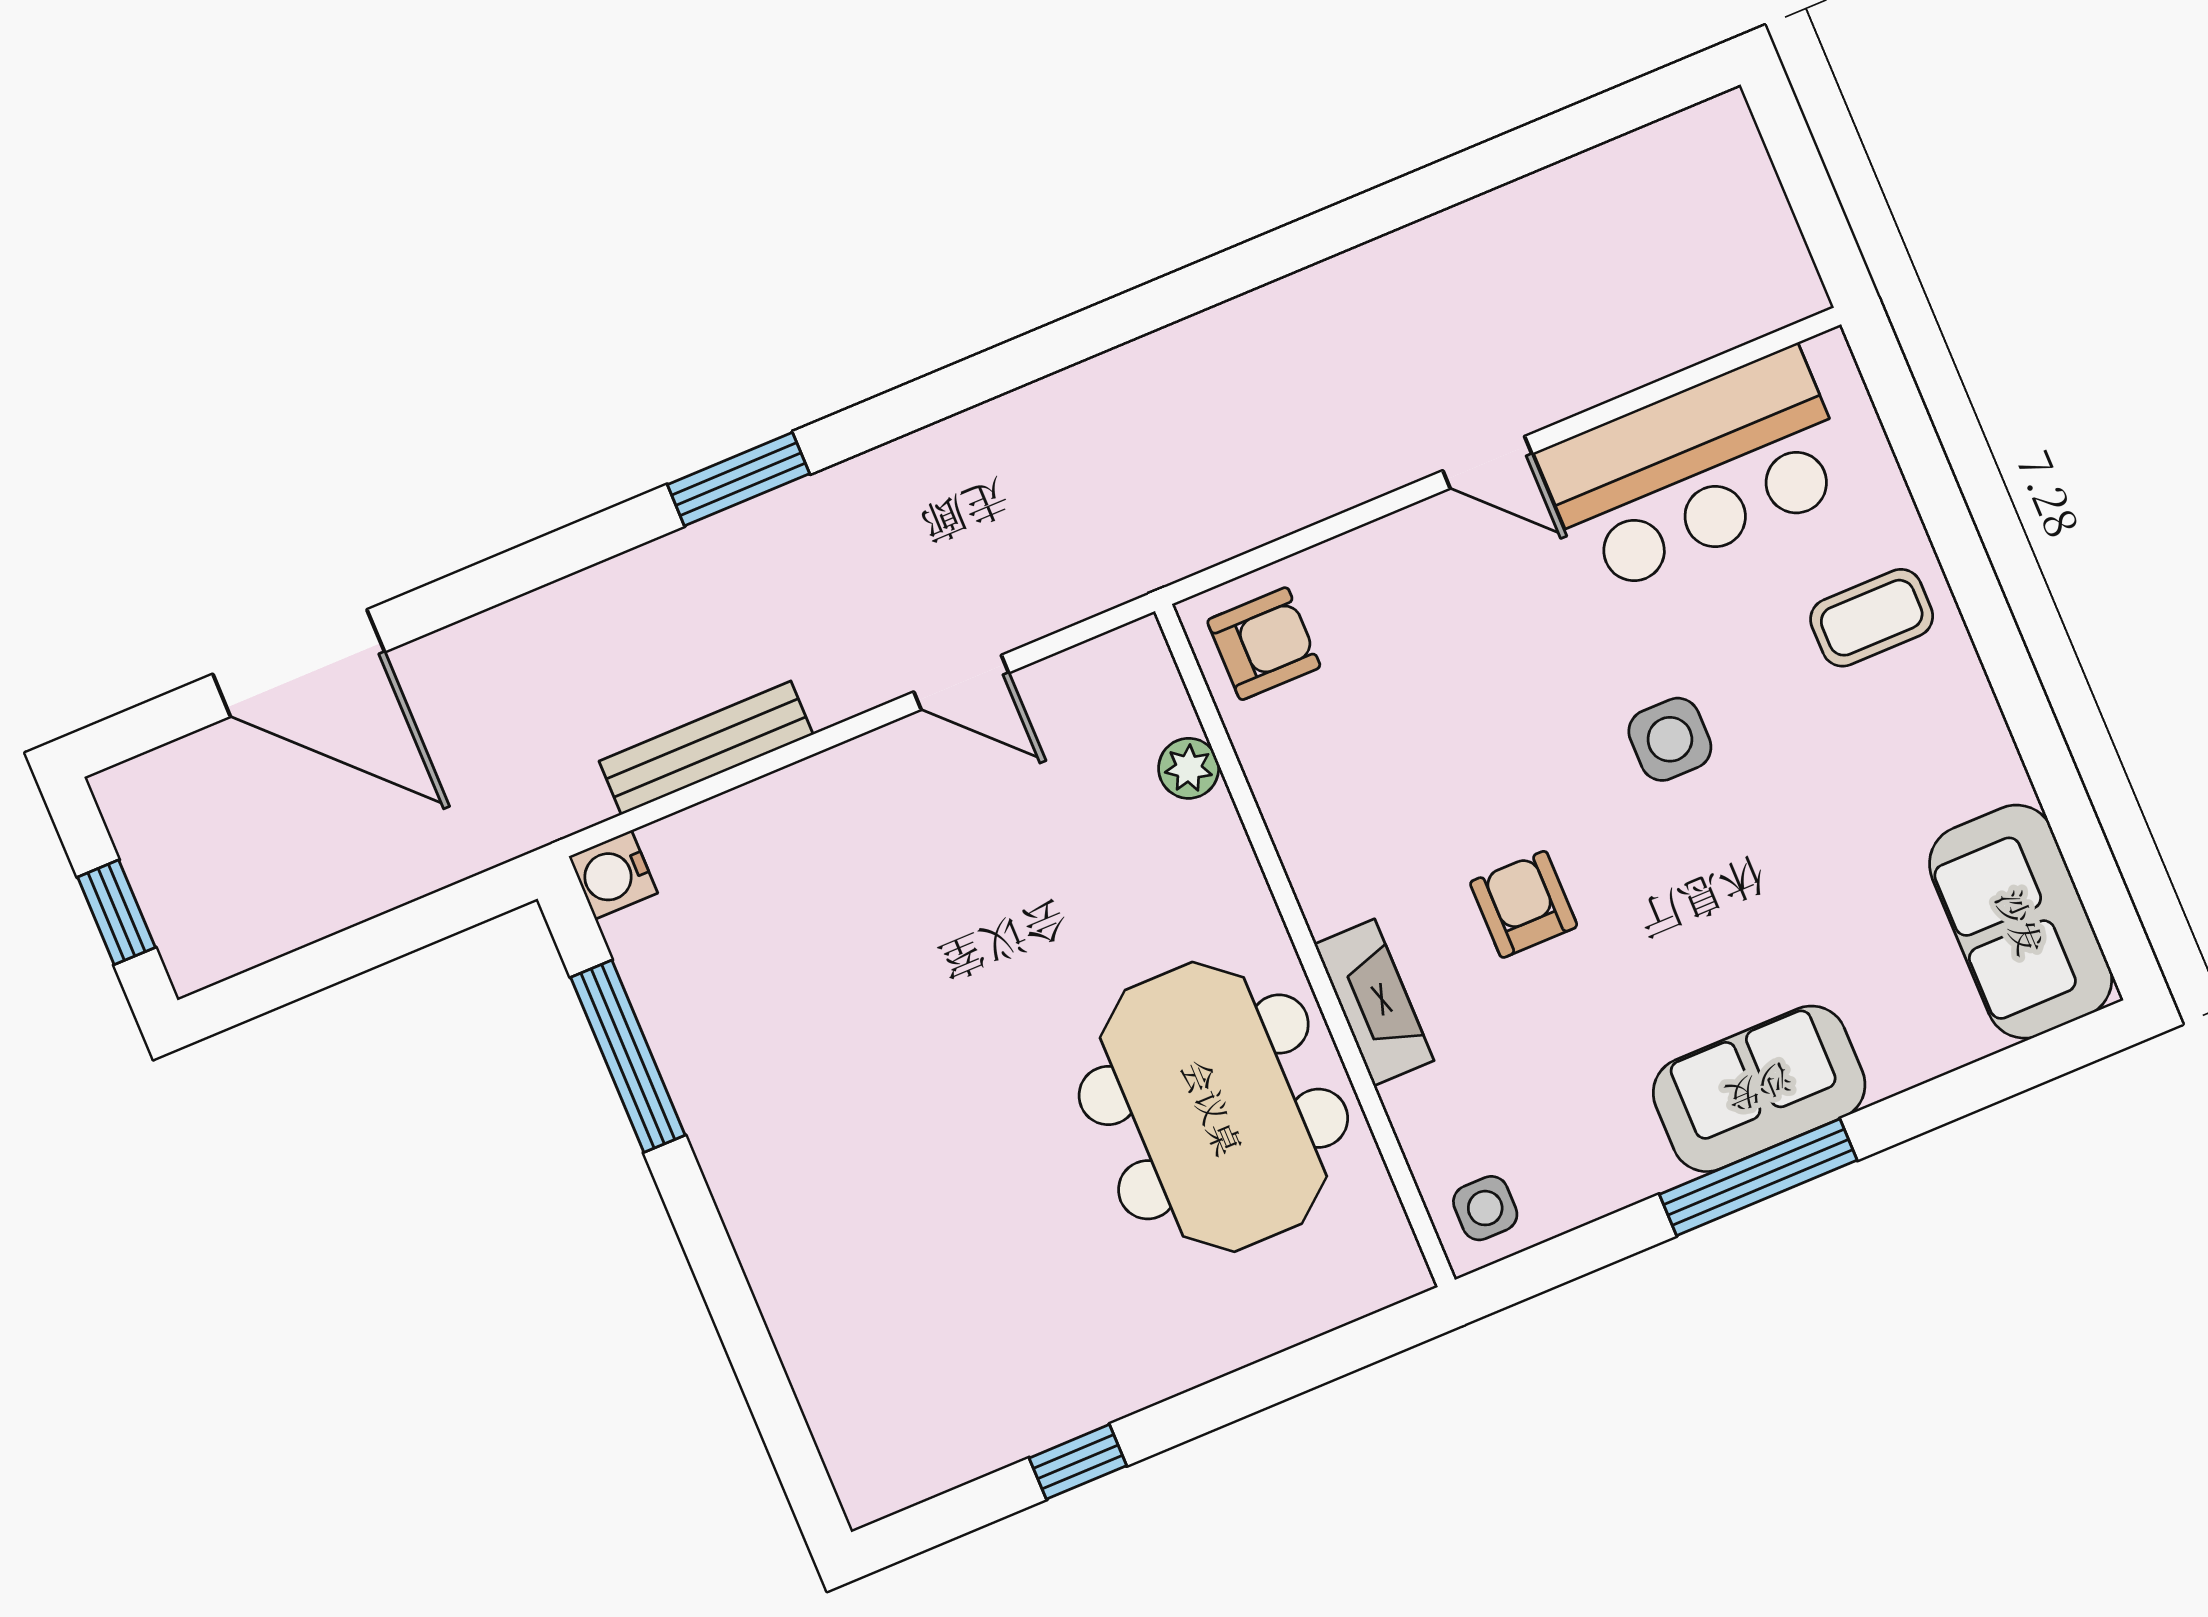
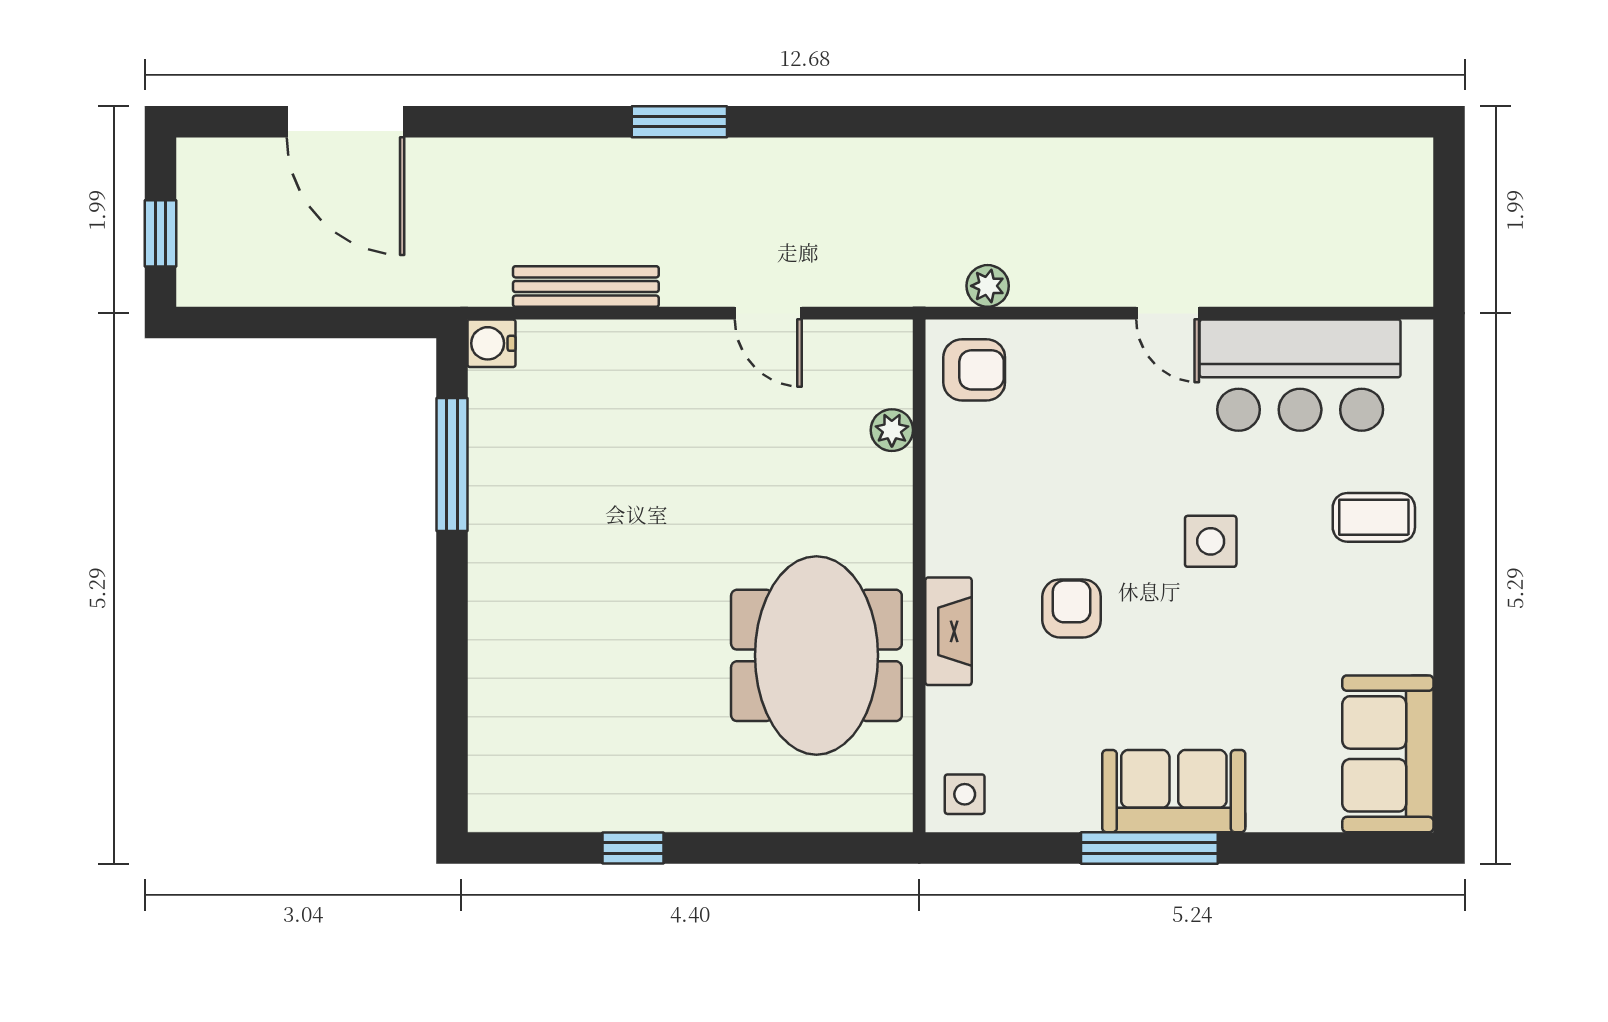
plant: (1235, 526) -> (988, 286), added

